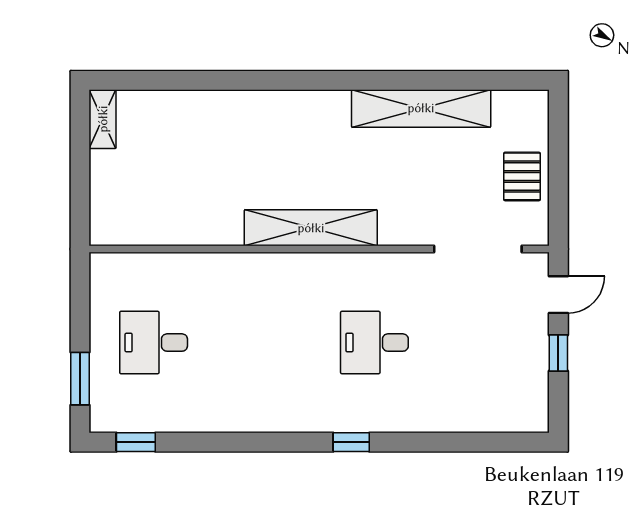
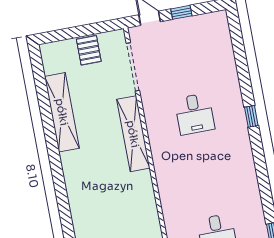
pallet: (522, 176) -> (89, 50), turned 90
shelving: (311, 228) -> (133, 134), moved

